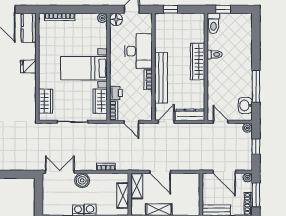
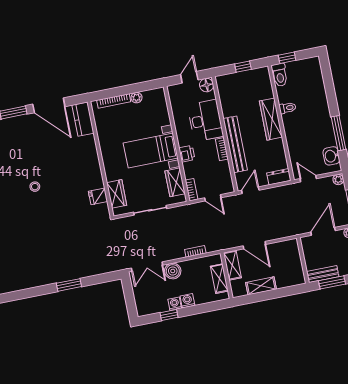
window: (171, 9) -> (243, 67), moved
plant: (102, 18) -> (136, 98), moved
floor lamp: (116, 19) -> (207, 85), moved
fridge: (28, 66) -> (98, 196), moved
printer: (116, 93) -> (187, 154), moved
dresser: (190, 115) -> (279, 177), width x0.70
double door: (60, 172) -> (147, 267), swing flipped
door: (224, 172) -> (323, 231), swing flipped

